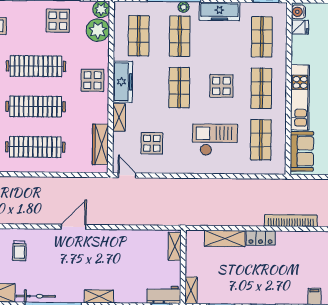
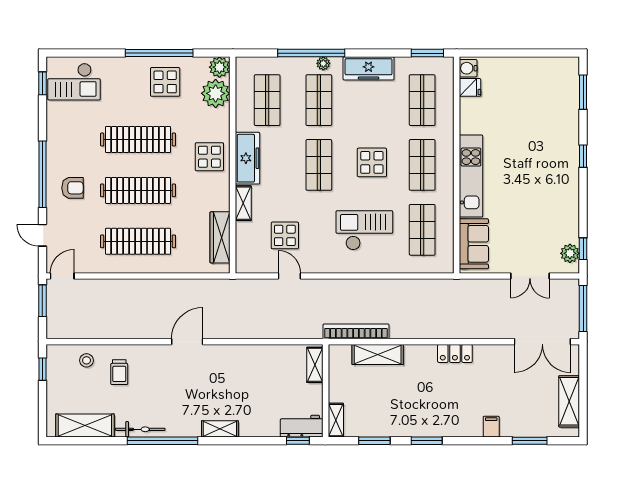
door: (127, 175) -> (289, 276), moved
bookcase: (291, 221) -> (356, 331), moved
locker: (261, 238) -> (455, 353), moved

